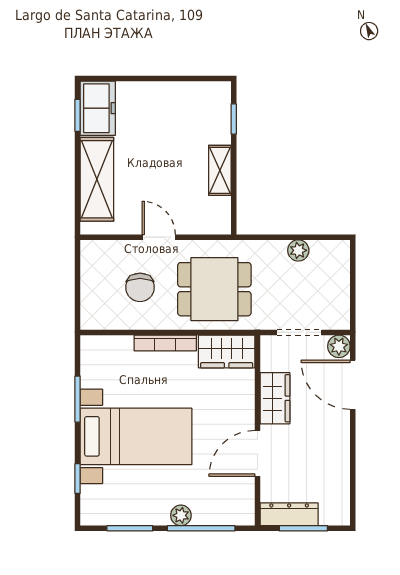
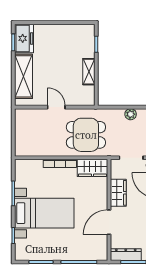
chair: (140, 287) -> (46, 134), removed
plant: (181, 515) -> (68, 255), removed

